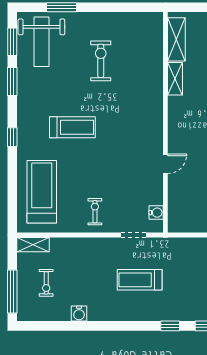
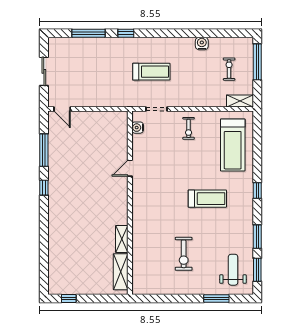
weight bench: (41, 42) -> (233, 270), width x0.73, depth x0.75
treadmill: (72, 127) -> (207, 199), turned 180

